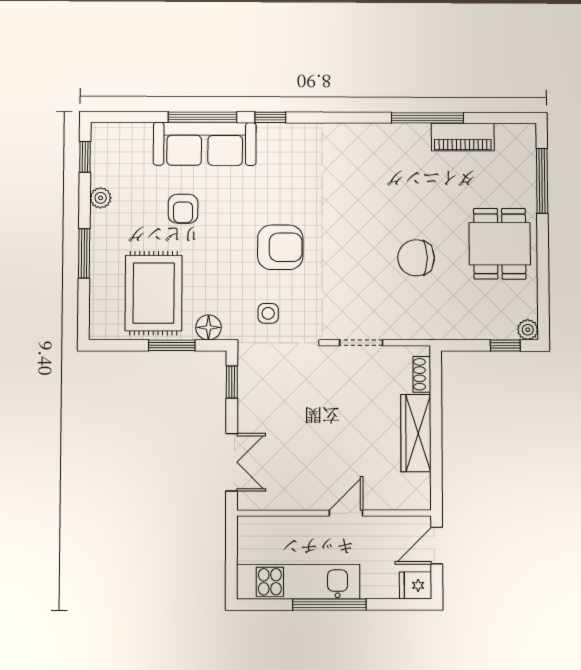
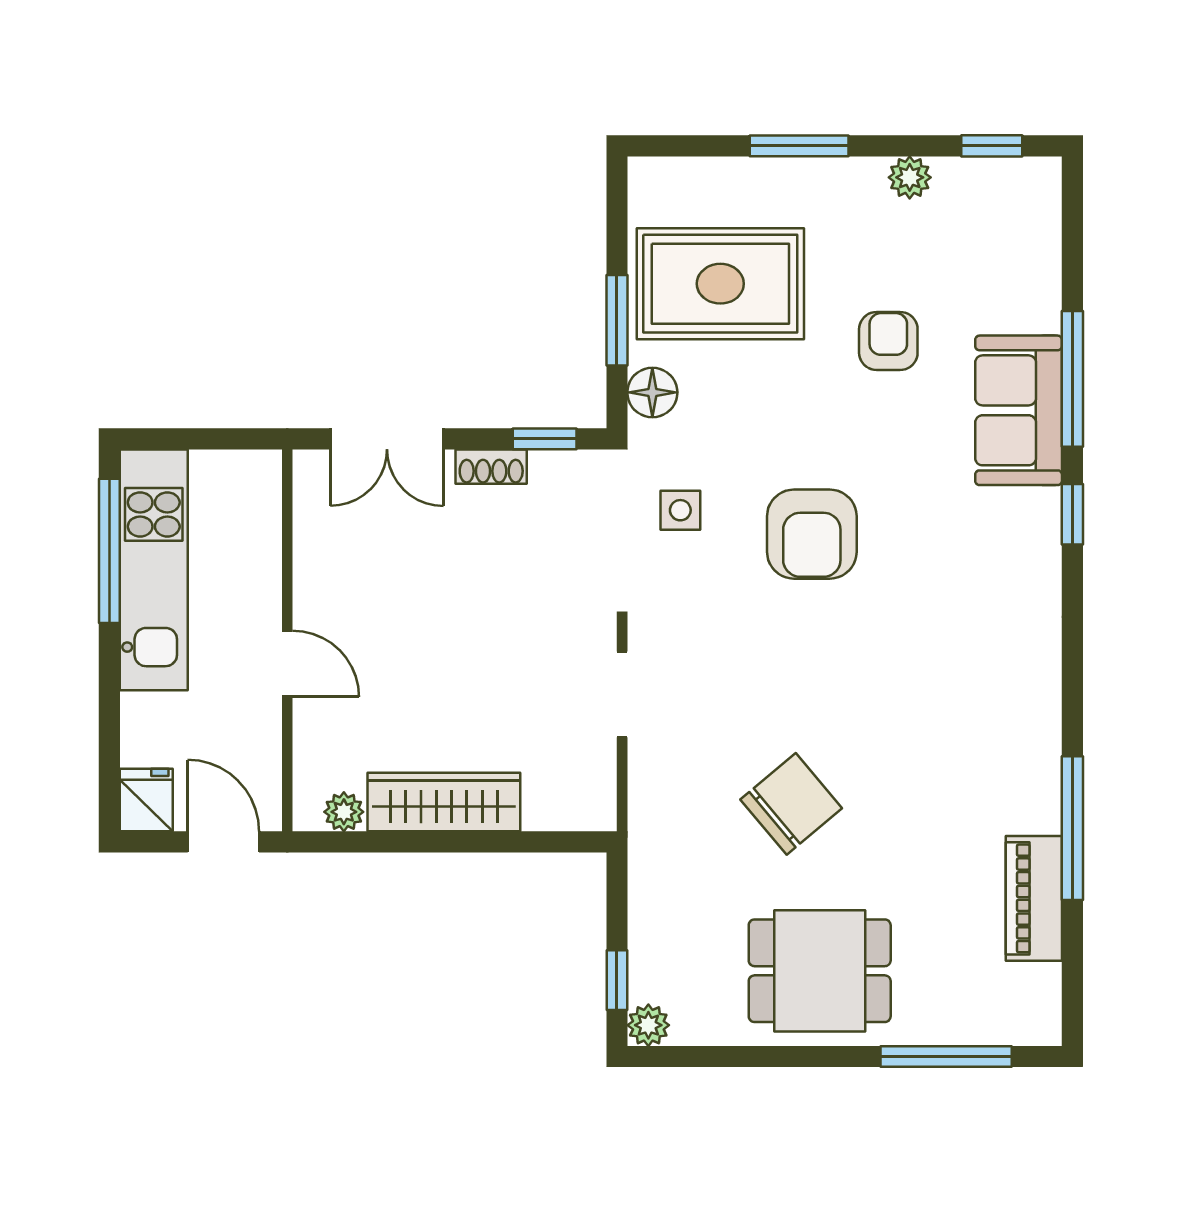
sofa: (205, 144) -> (1019, 410), width x0.73
armchair: (183, 209) -> (888, 341), turned 90
chair: (416, 258) -> (791, 804), turned 50
shoe rack: (422, 374) -> (491, 467), moved, turned 180
plant: (421, 484) -> (344, 812), added
window: (329, 605) -> (109, 551), moved

